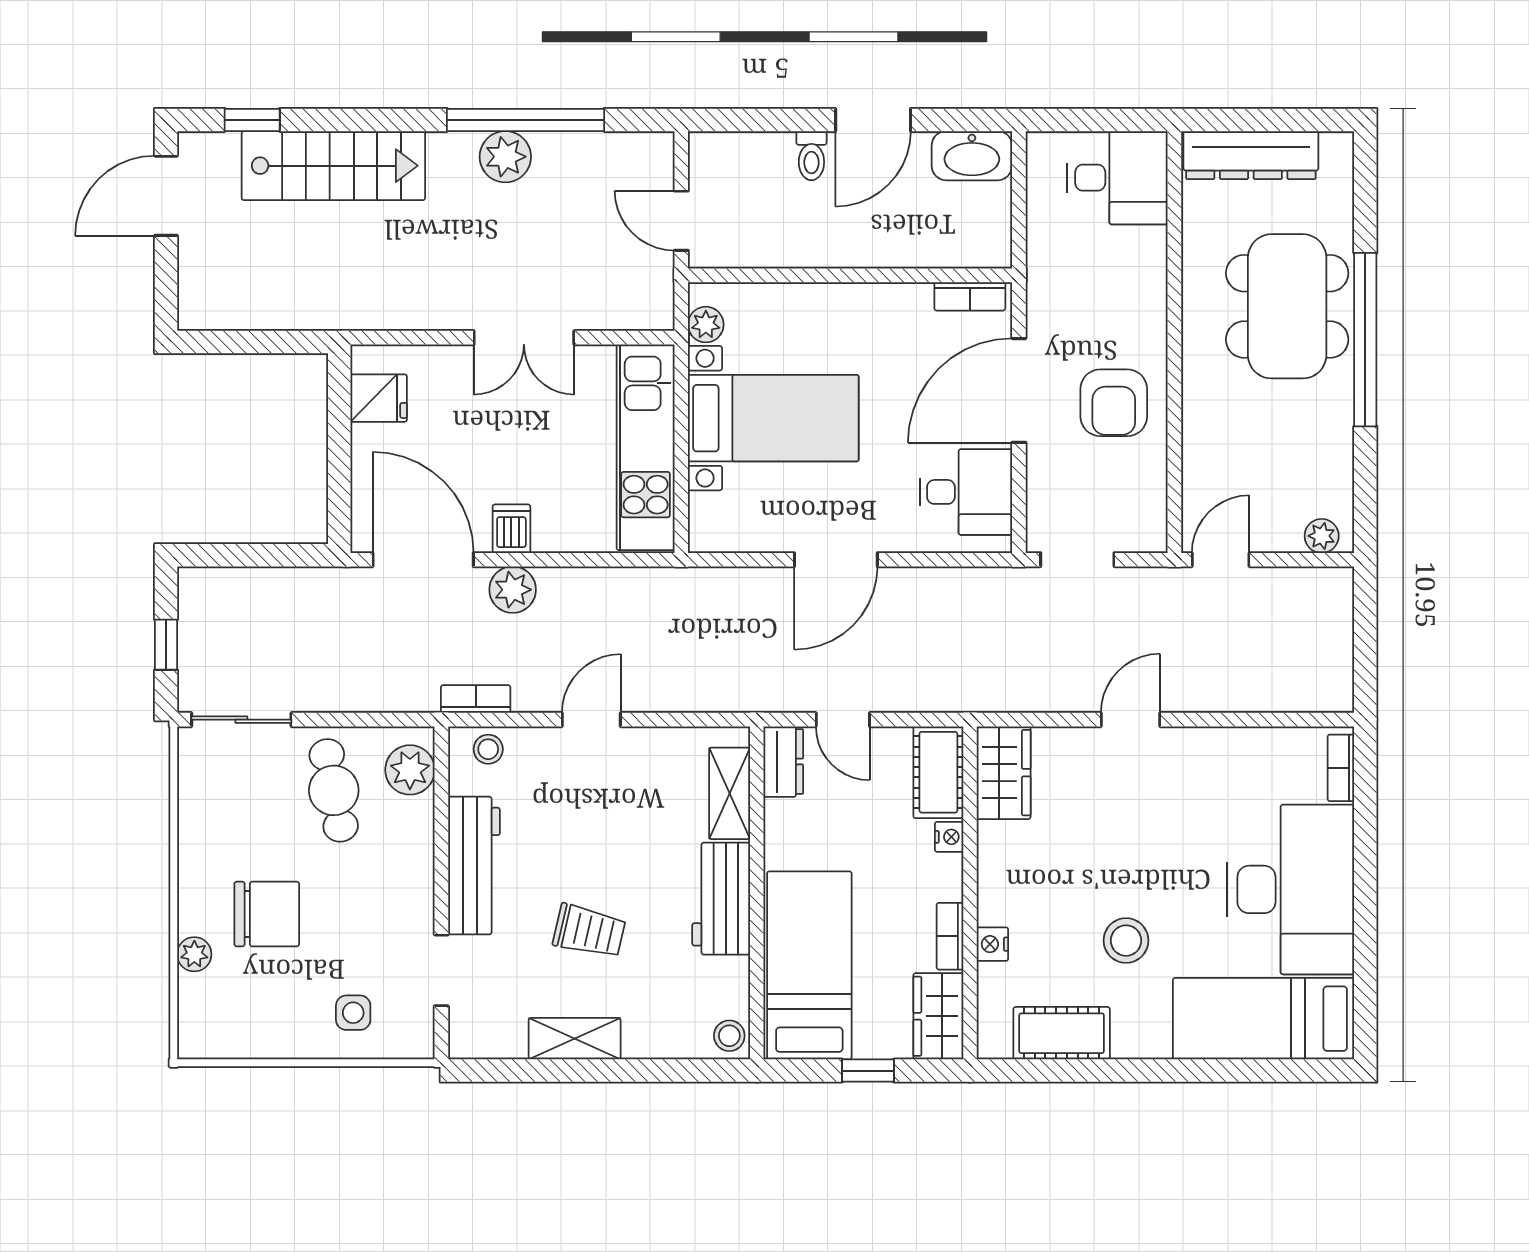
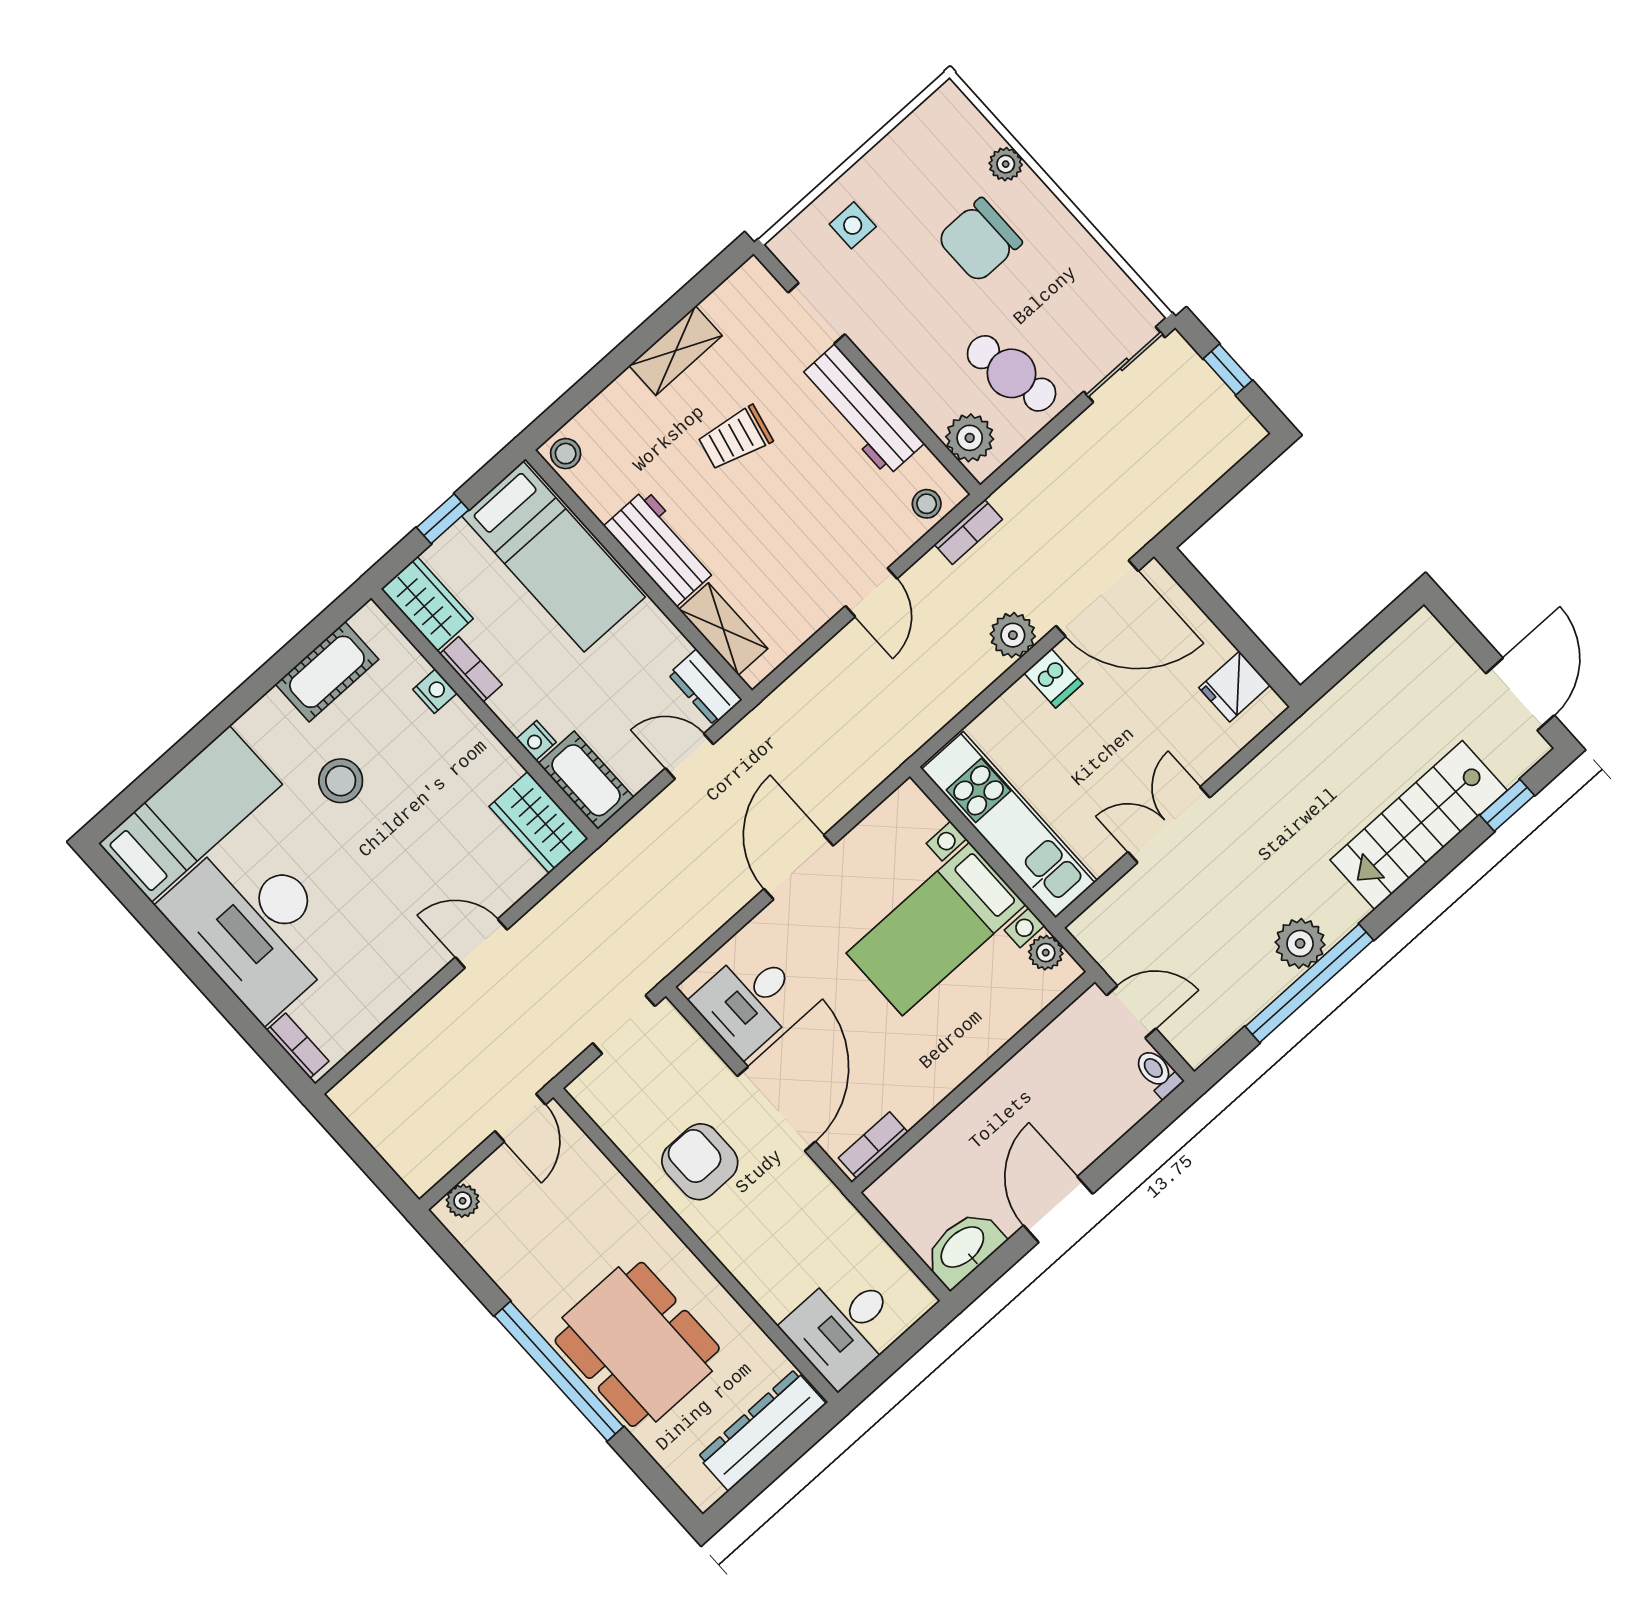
toilet: (811, 156) -> (1158, 1073), moved
door: (1131, 720) -> (481, 943), swing flipped

